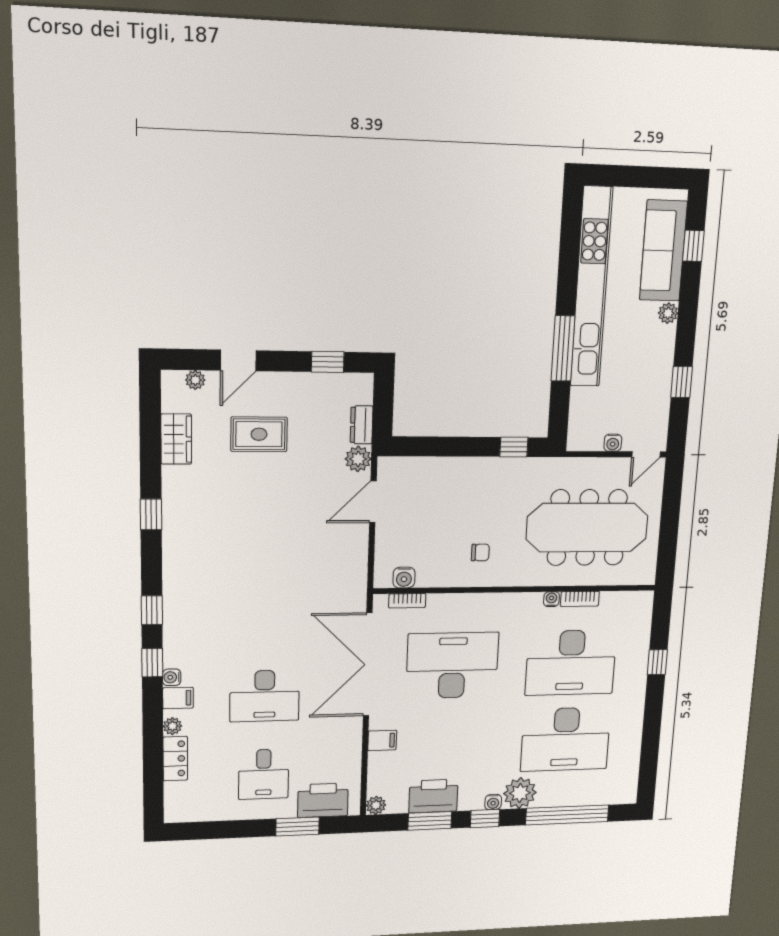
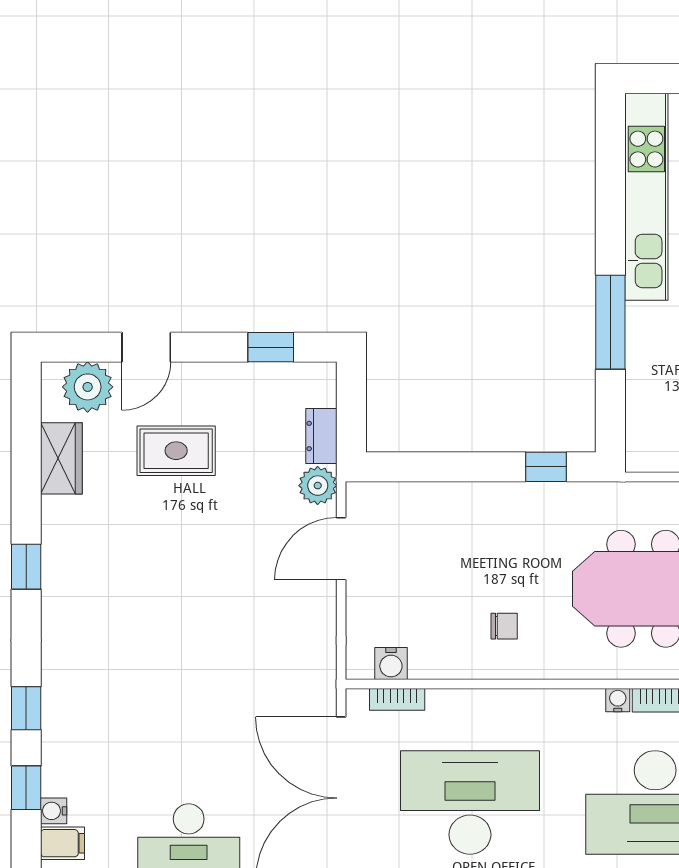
kitchen unit: (591, 288) -> (646, 197), width x0.73
plant: (195, 380) -> (88, 387), width x1.88, depth x1.88

